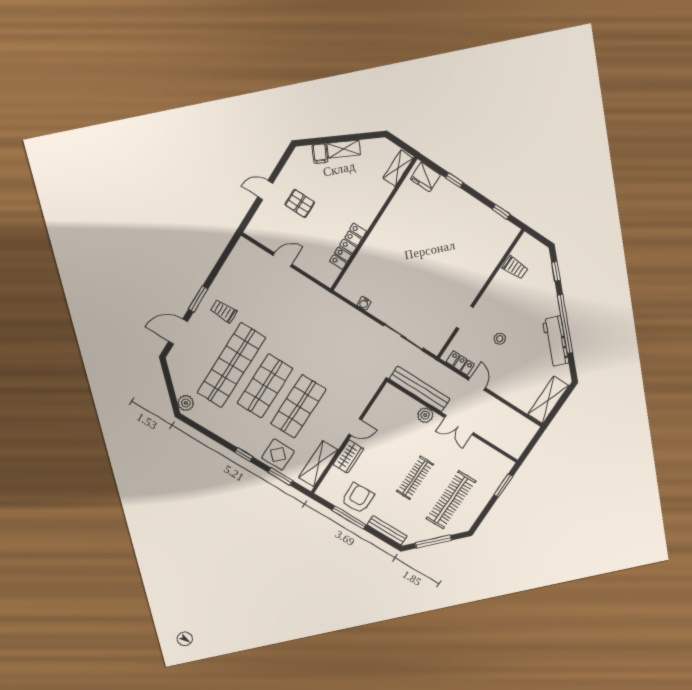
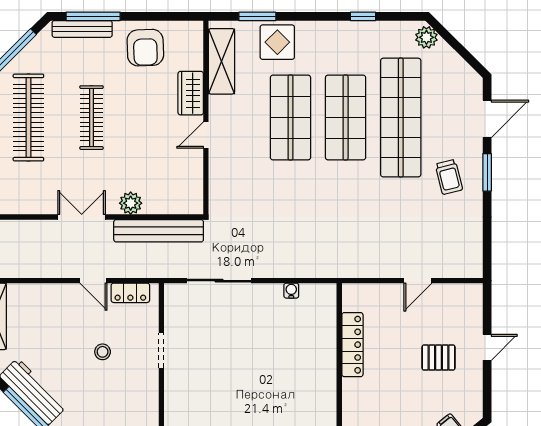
trolley: (224, 311) -> (449, 177), turned 76
window: (244, 455) -> (363, 16), moved
window: (349, 517) -> (93, 16), moved

